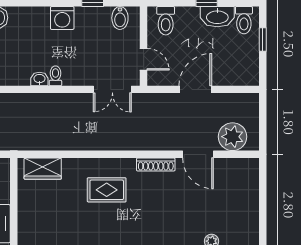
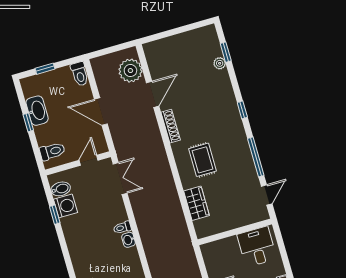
washing machine: (62, 18) -> (66, 206), moved
toilet: (244, 20) -> (80, 74), moved, turned 90
wardrobe: (43, 169) -> (196, 203), moved

